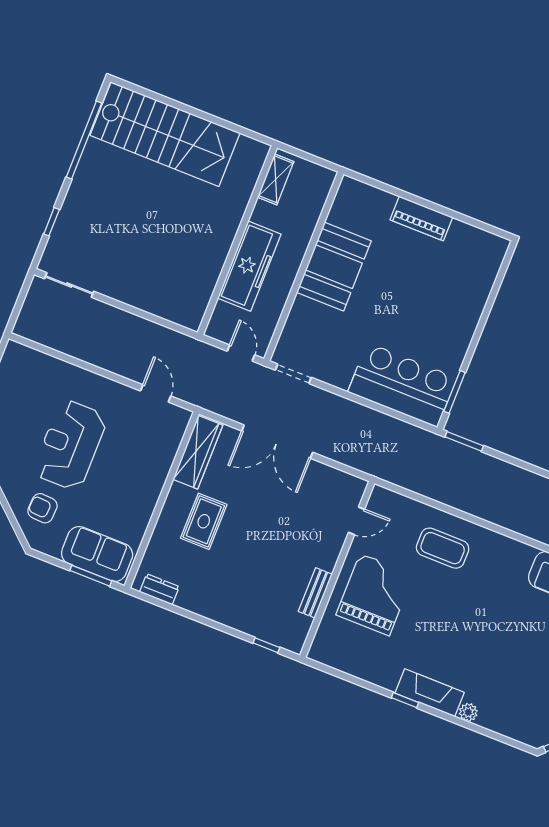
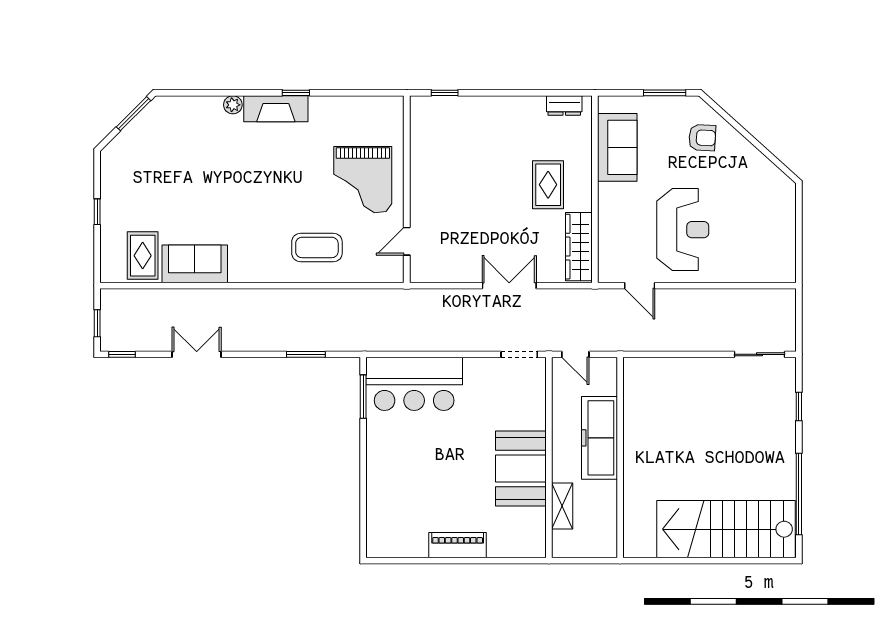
shelving: (276, 179) -> (562, 506), moved
window: (464, 441) -> (306, 354), moved
double door: (277, 442) -> (509, 286), width x0.73
reception desk: (70, 445) -> (683, 230), moved
sofa: (97, 554) -> (617, 147), moved, turned -90
window: (91, 576) -> (665, 93), moved
bench: (315, 593) -> (418, 159), removed

